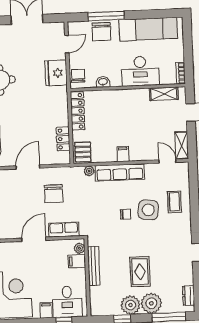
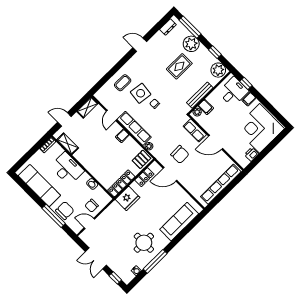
fridge: (56, 73) -> (128, 198), moved
chair: (78, 76) -> (92, 206), moved
door: (167, 161) -> (112, 115), moved
door: (28, 167) -> (170, 174), moved
chair: (54, 194) -> (180, 154), turned 89
plant: (131, 305) -> (218, 70), moved

